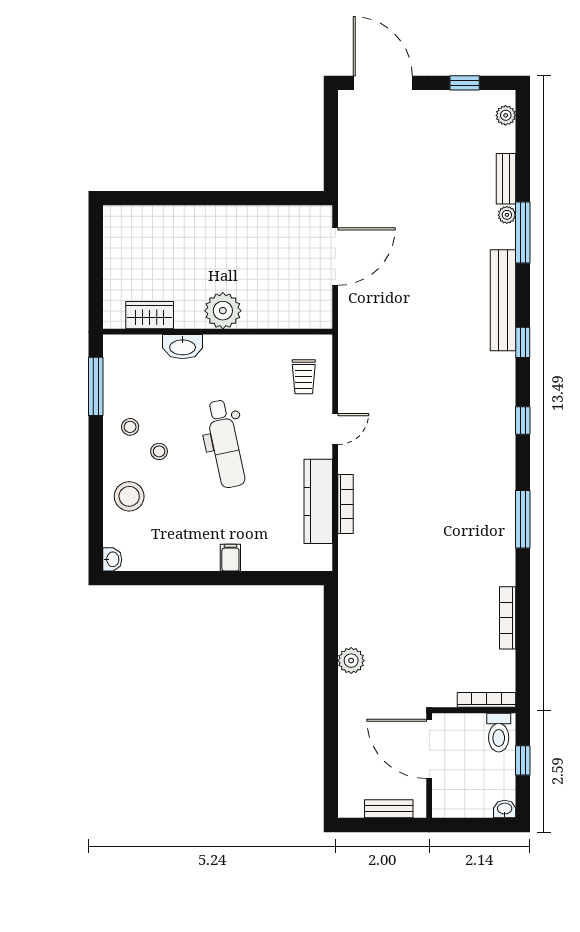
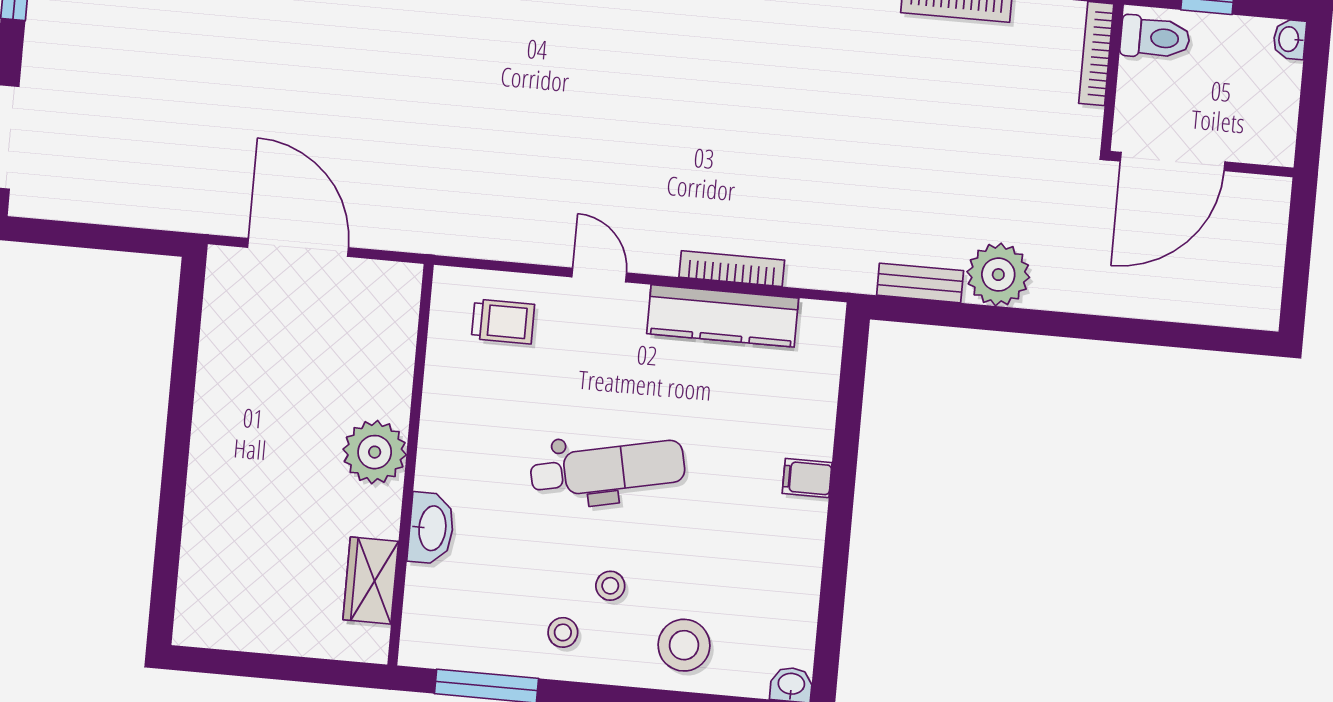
plant: (351, 661) -> (998, 275), width x1.36, depth x1.36
bench: (389, 809) -> (920, 283), moved, turned 90

